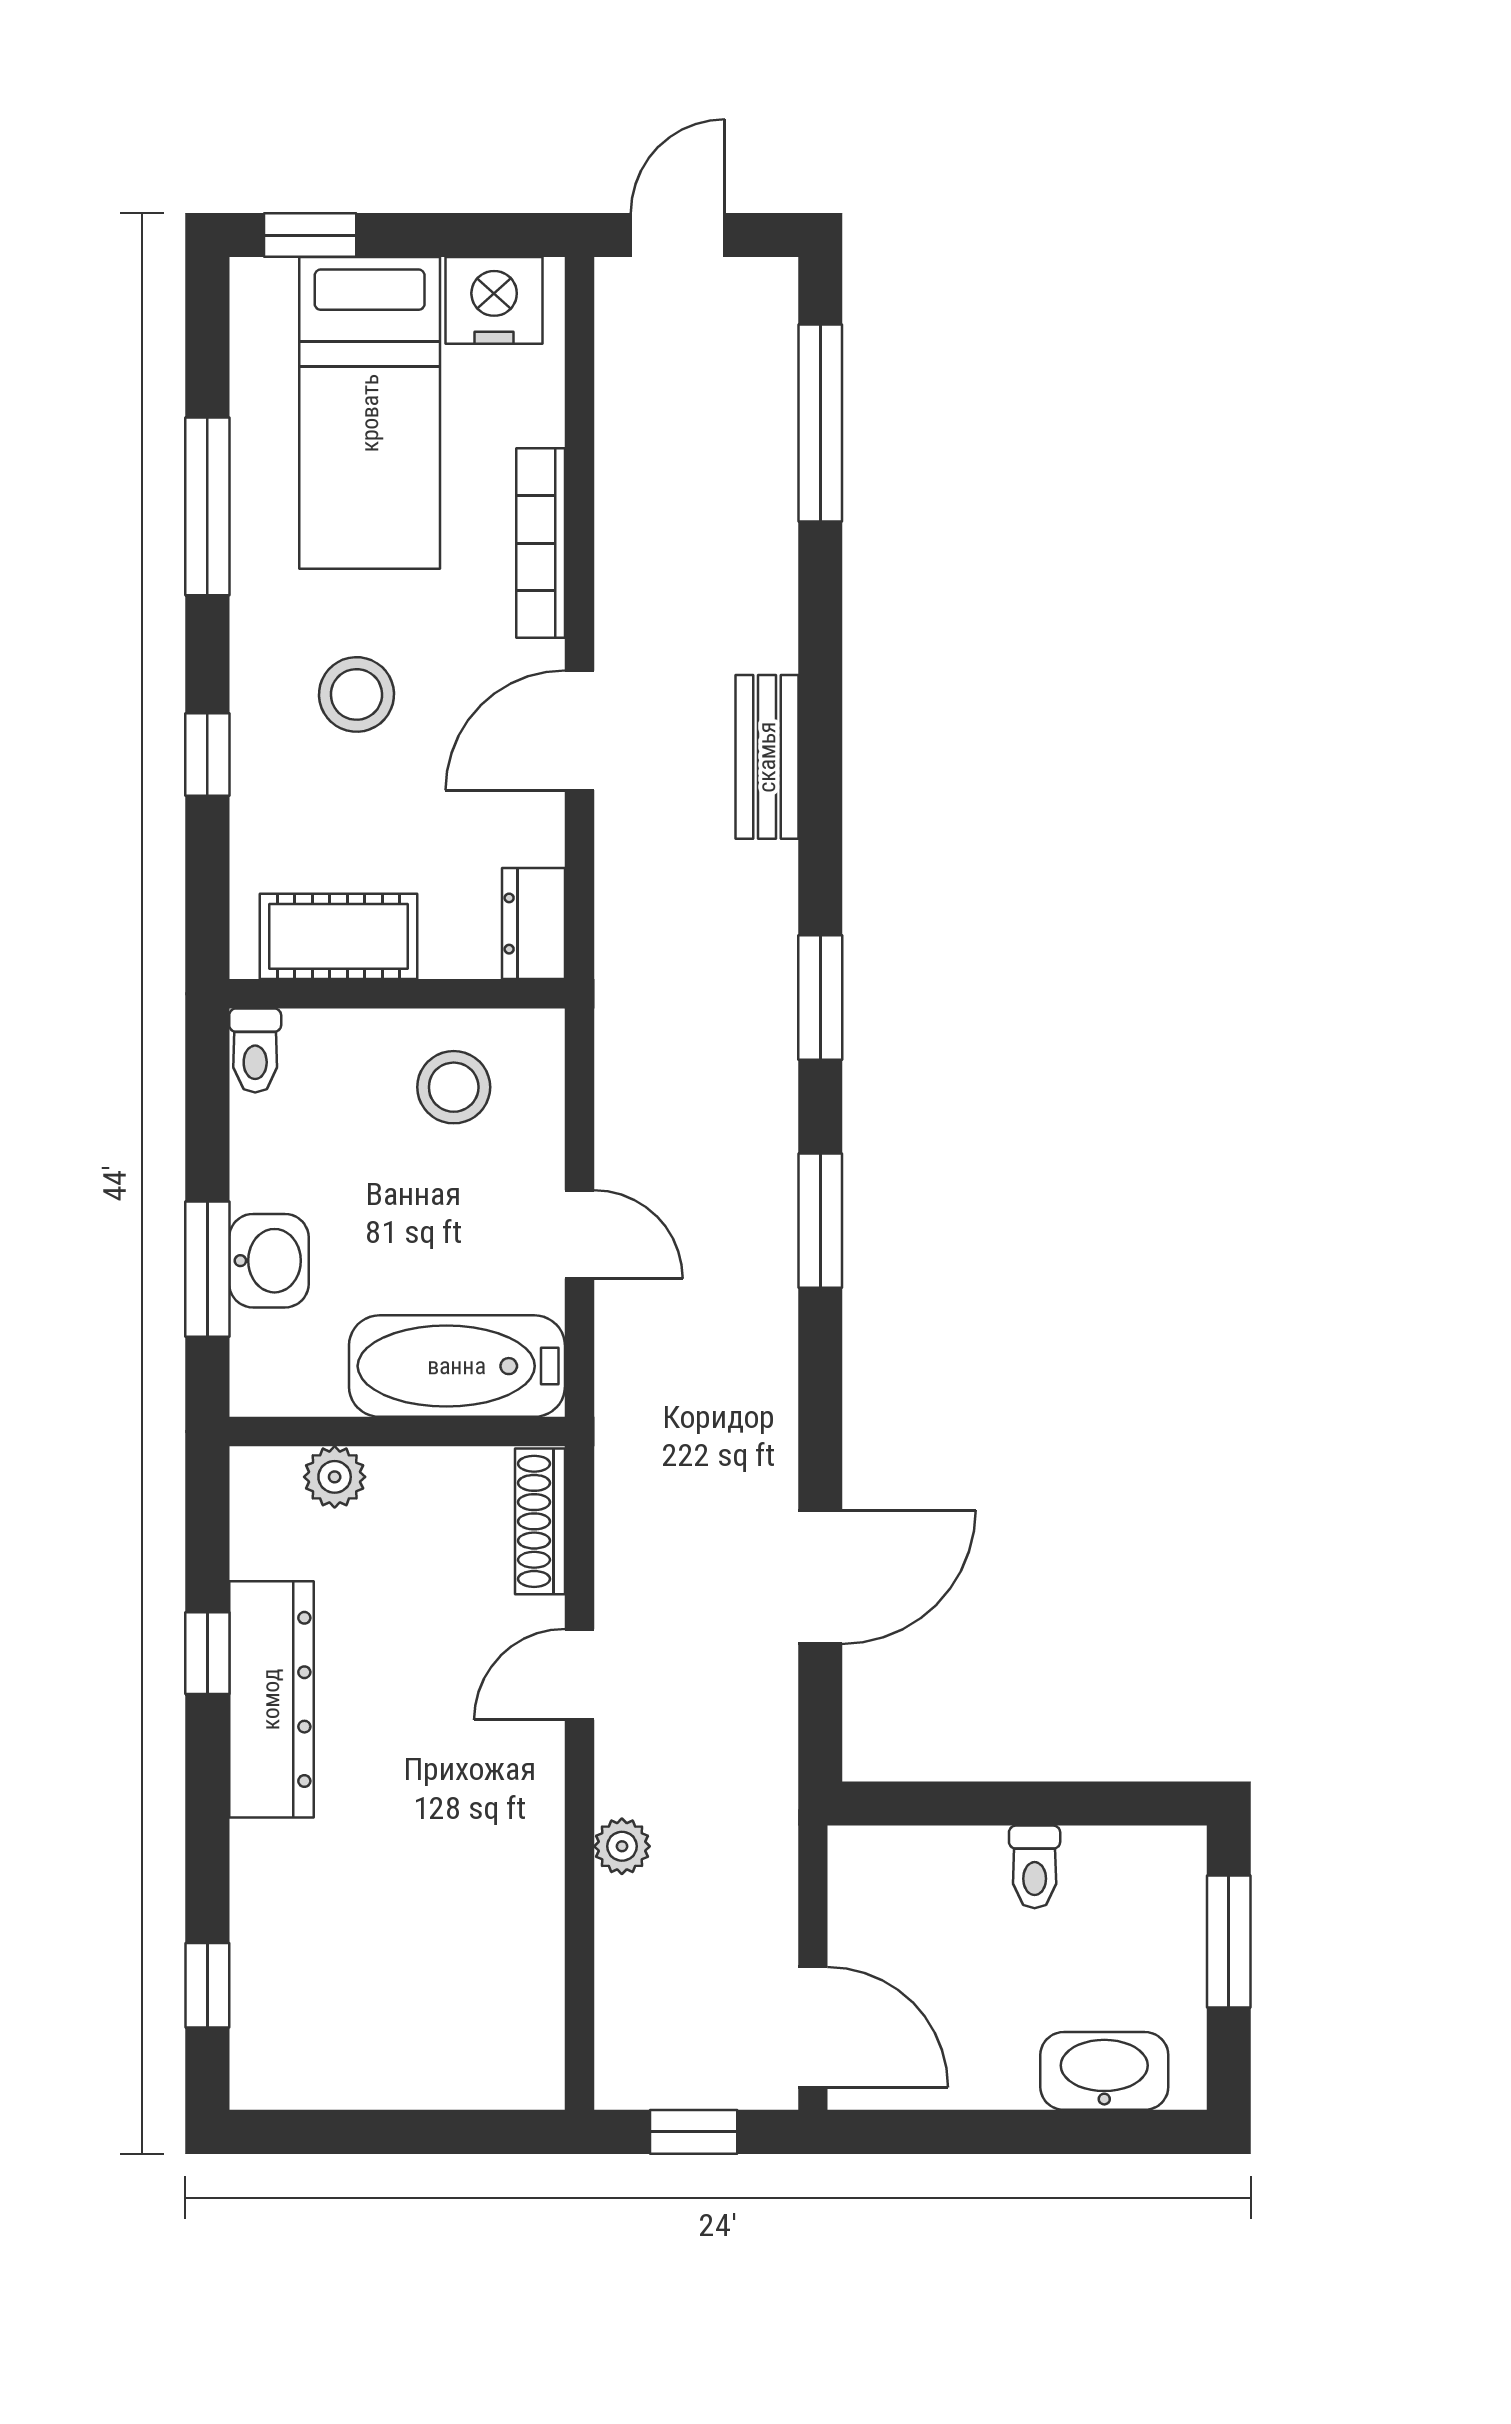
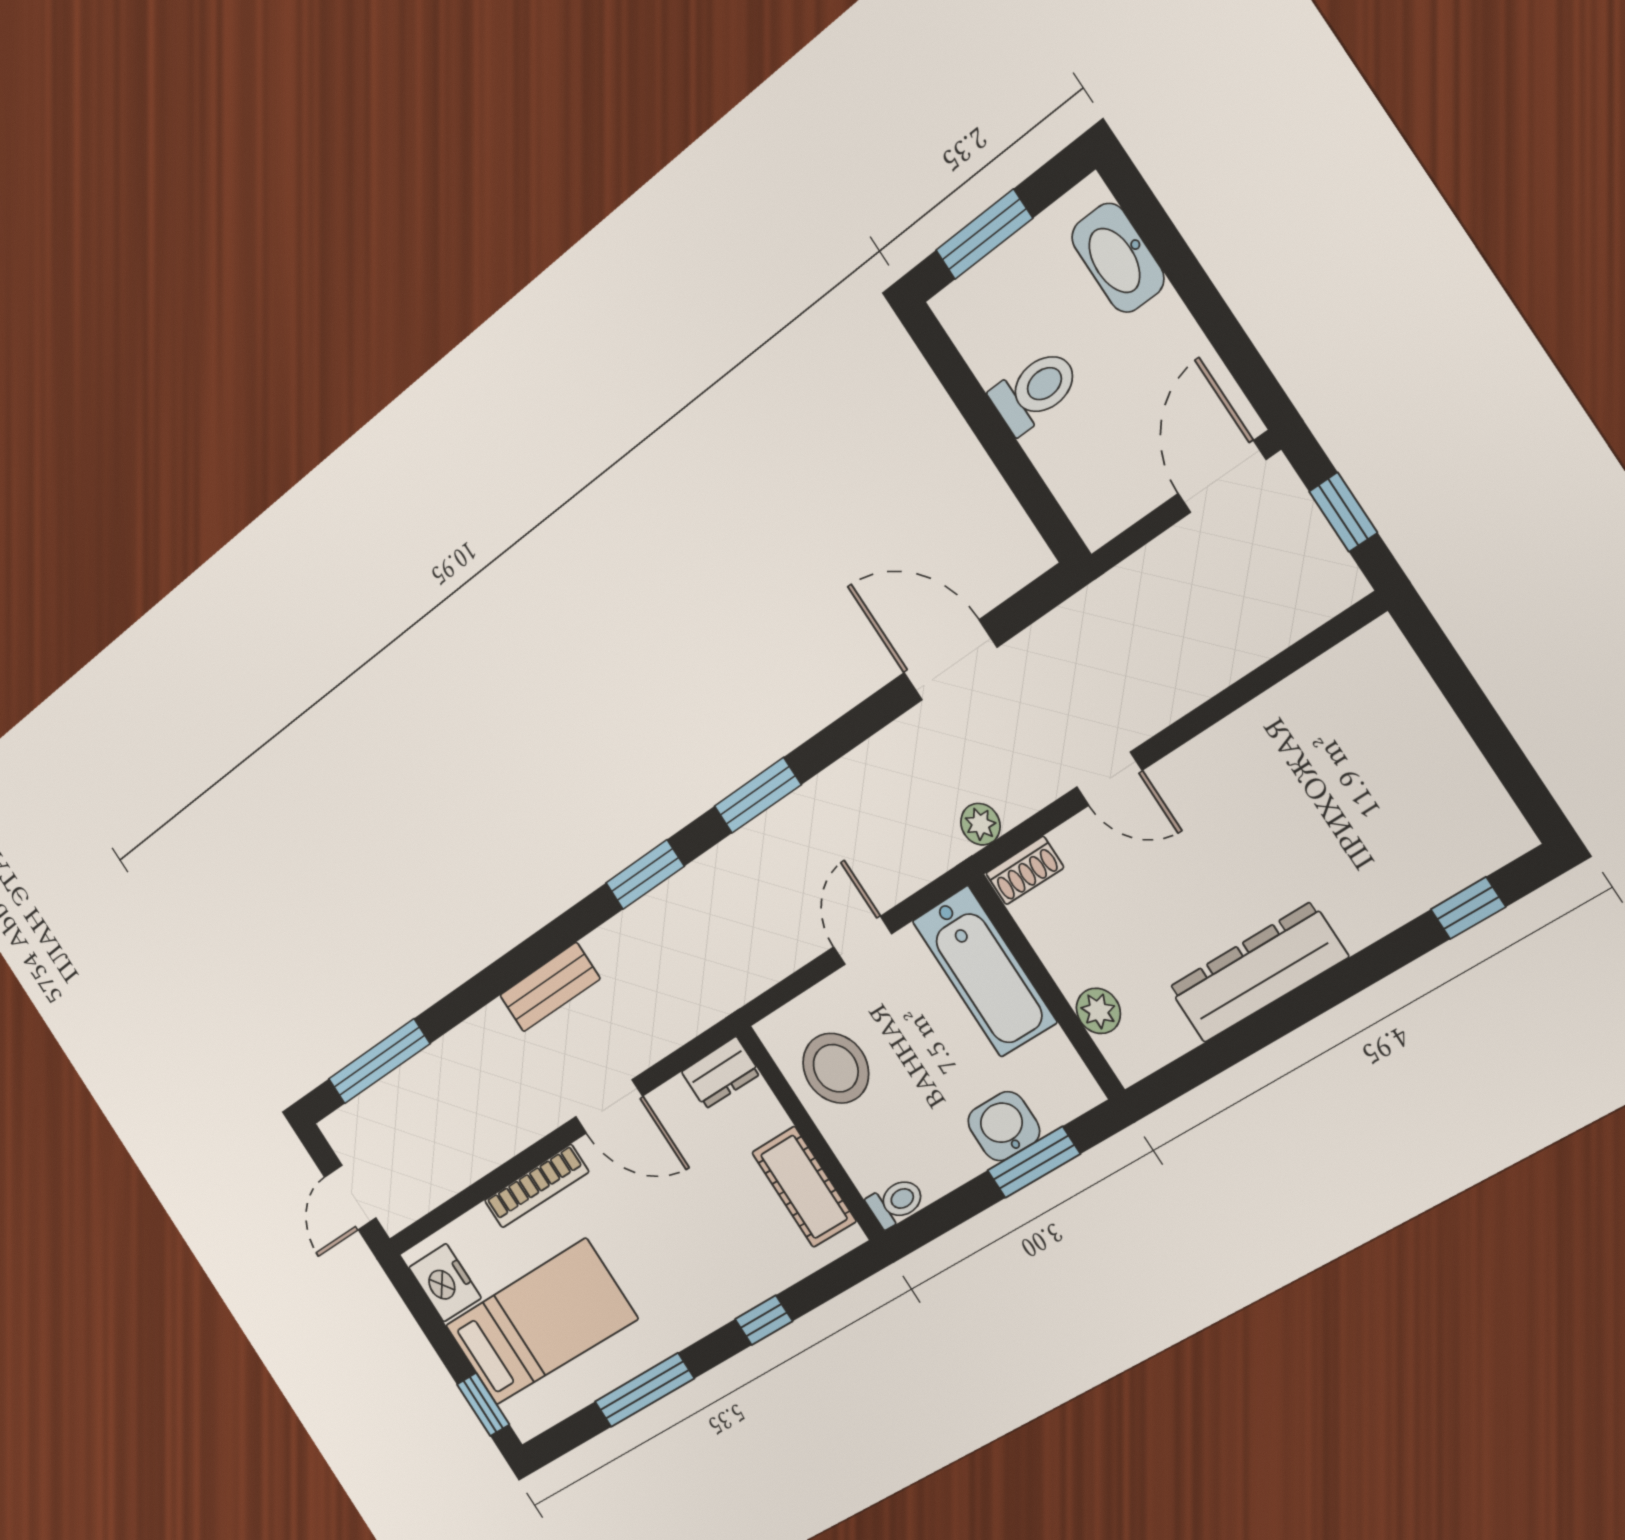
door: (678, 235) -> (350, 1197), hinge flipped
stool: (356, 694) -> (677, 1249), removed
stool: (454, 1087) -> (836, 1068), width x1.38, depth x1.38
shoe rack: (540, 1521) -> (1025, 870), width x0.70
window: (207, 1653) -> (1257, 1031), removed
plant: (622, 1846) -> (980, 824), moved
toilet: (1035, 1867) -> (1035, 391), width x1.37, depth x1.39

